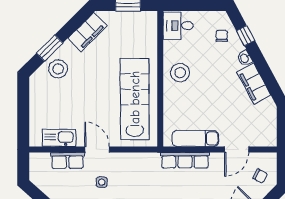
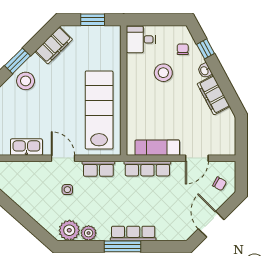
stool: (180, 73) -> (163, 73), moved
row of seats: (68, 160) -> (98, 169), moved

